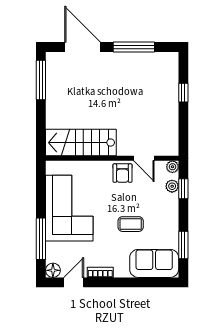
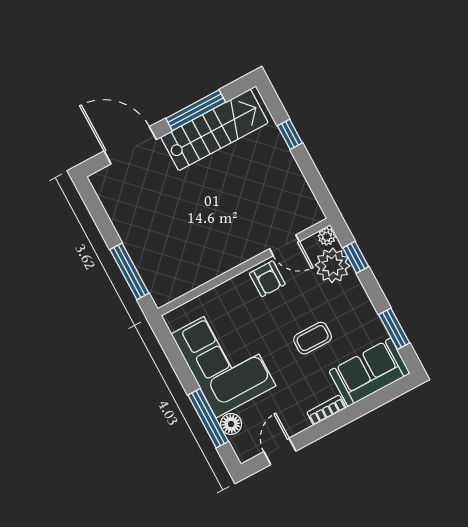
window: (41, 80) -> (129, 271), moved
stairs: (81, 143) -> (214, 130), moved, turned 180
plant: (172, 186) -> (332, 265), width x1.87, depth x1.87
floor lamp: (53, 270) -> (231, 424), moved
bookcase: (100, 272) -> (326, 410), moved

